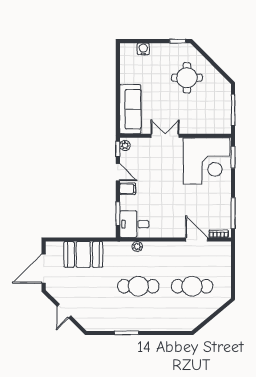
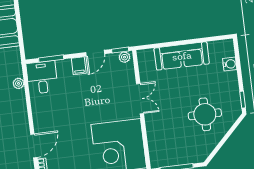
sofa: (130, 109) -> (182, 56), moved

